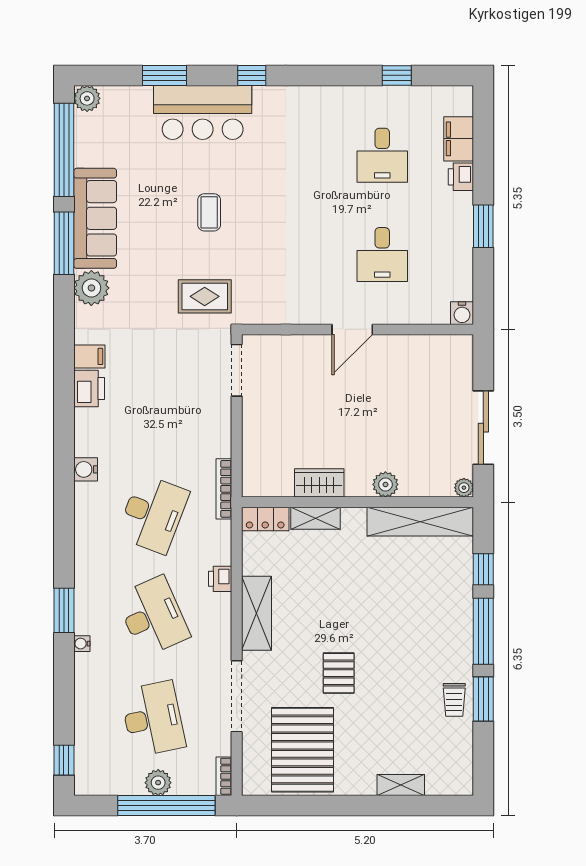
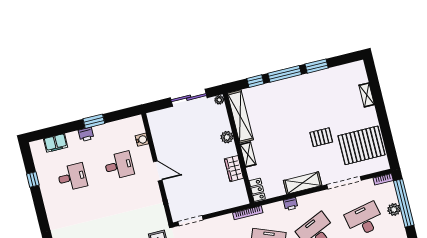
printer: (461, 177) -> (86, 134), moved
water cooler: (462, 313) -> (142, 140), moved
shelving: (315, 518) -> (248, 154), moved
trolley: (454, 700) -> (320, 80), removed

